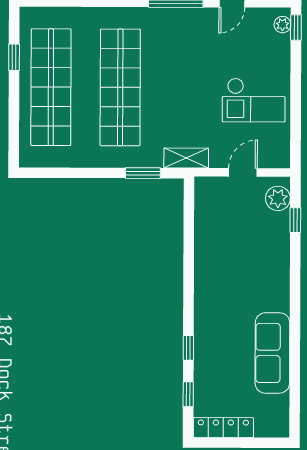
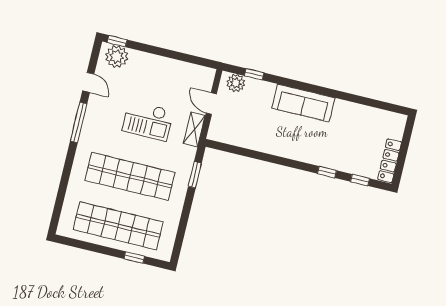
plant: (282, 25) -> (117, 57), width x1.87, depth x1.87
window: (14, 57) -> (134, 257), moved
checkout: (254, 100) -> (148, 121), moved, turned 90
shelving: (186, 158) -> (194, 129), moved
sofa: (272, 353) -> (303, 103), moved

